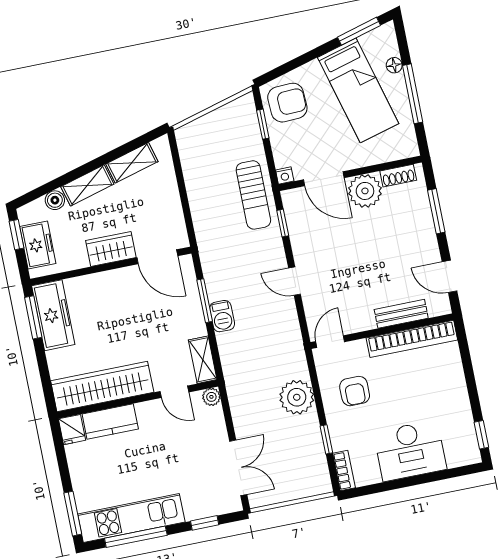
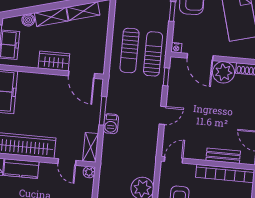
sun lounger: (253, 195) -> (153, 54), turned 180
sun lounger: (217, 200) -> (129, 50), added
door: (294, 281) -> (163, 115), swing flipped

